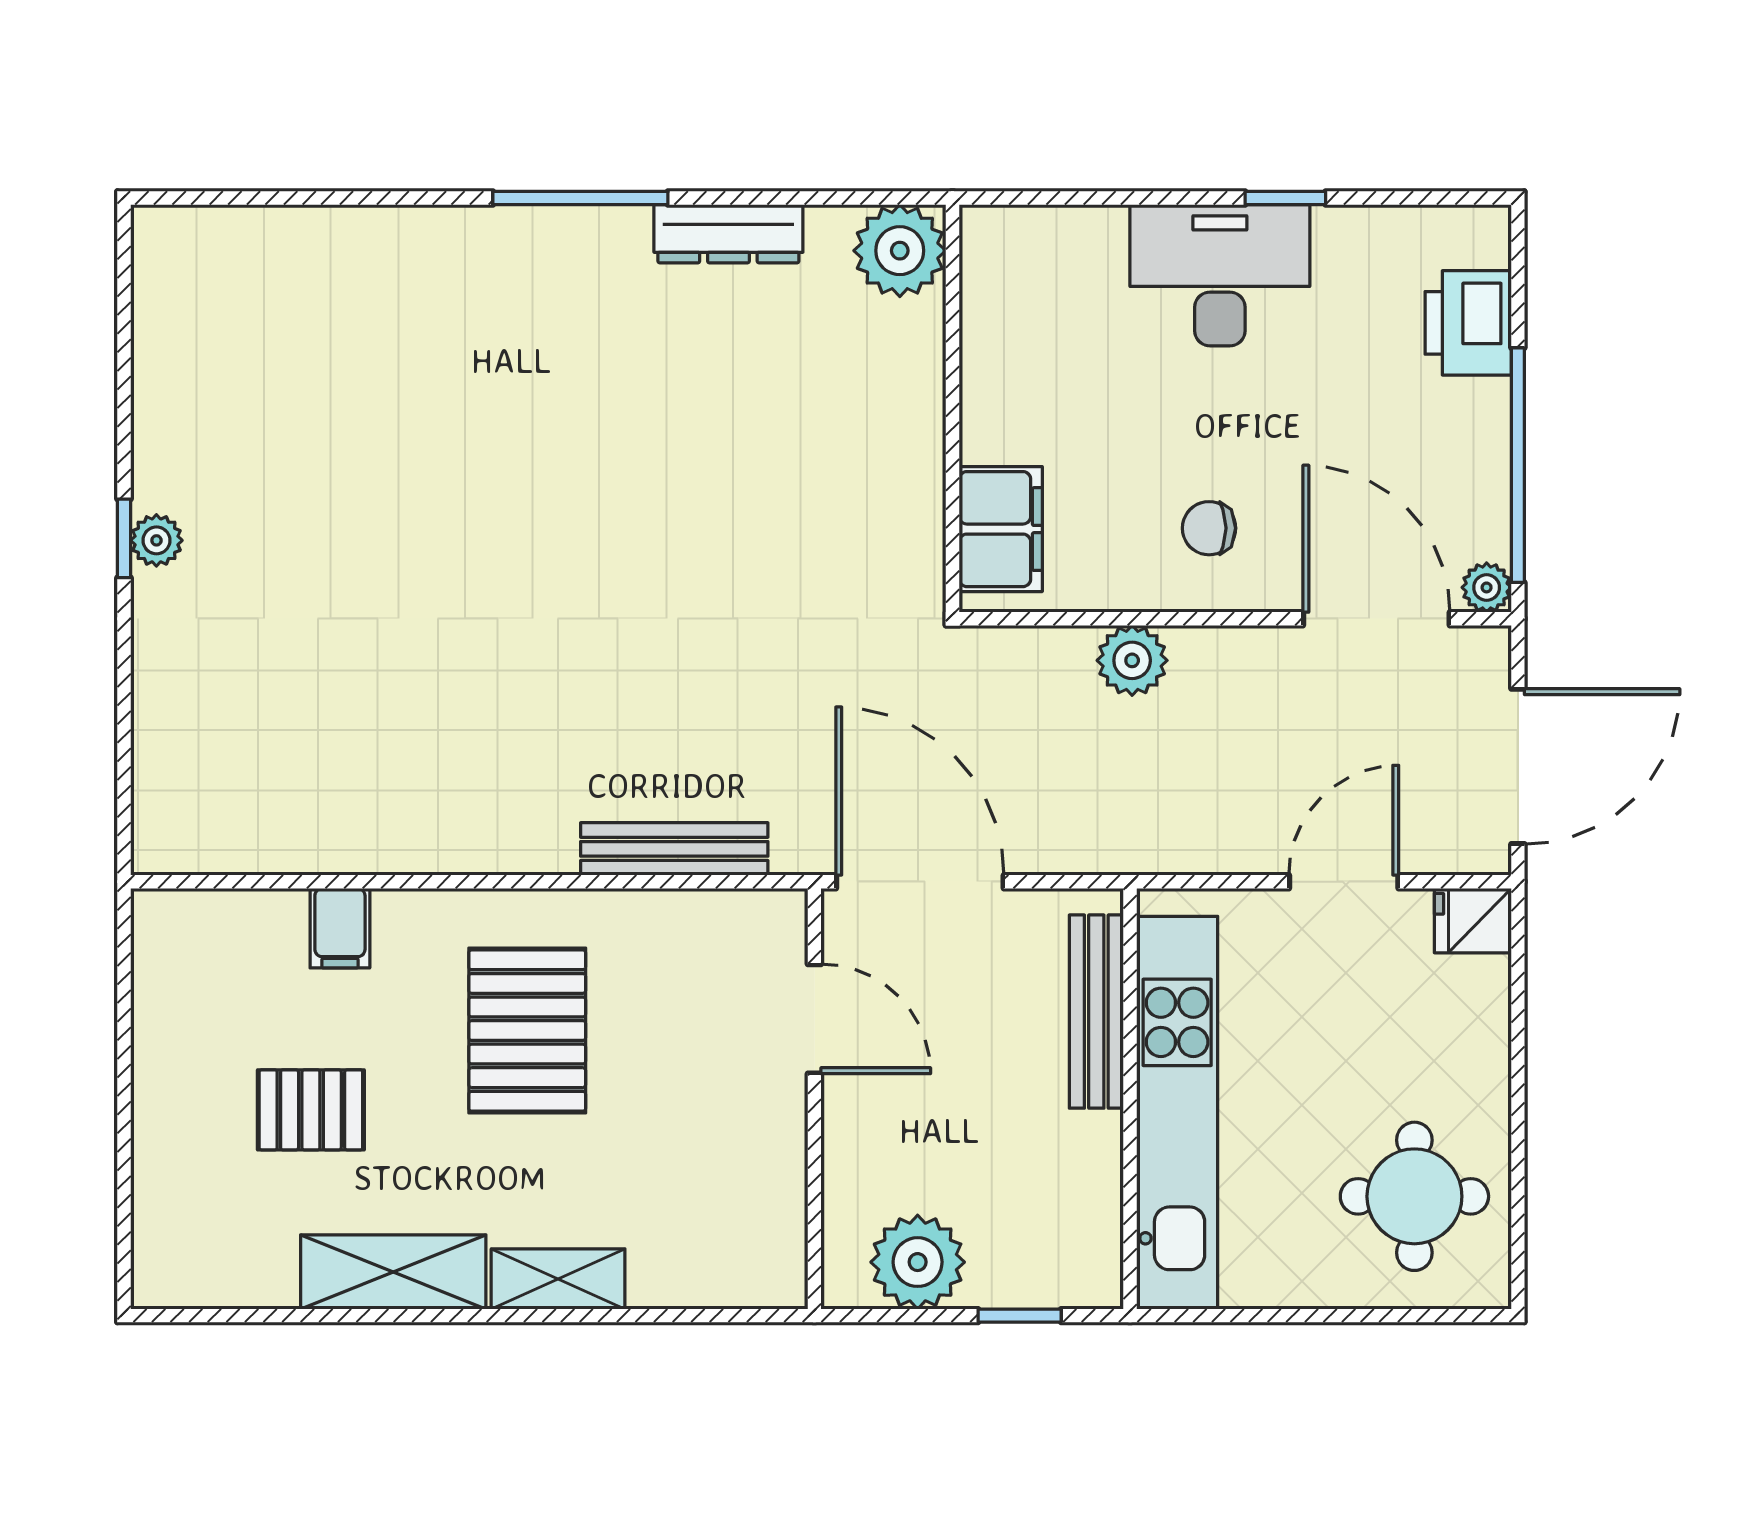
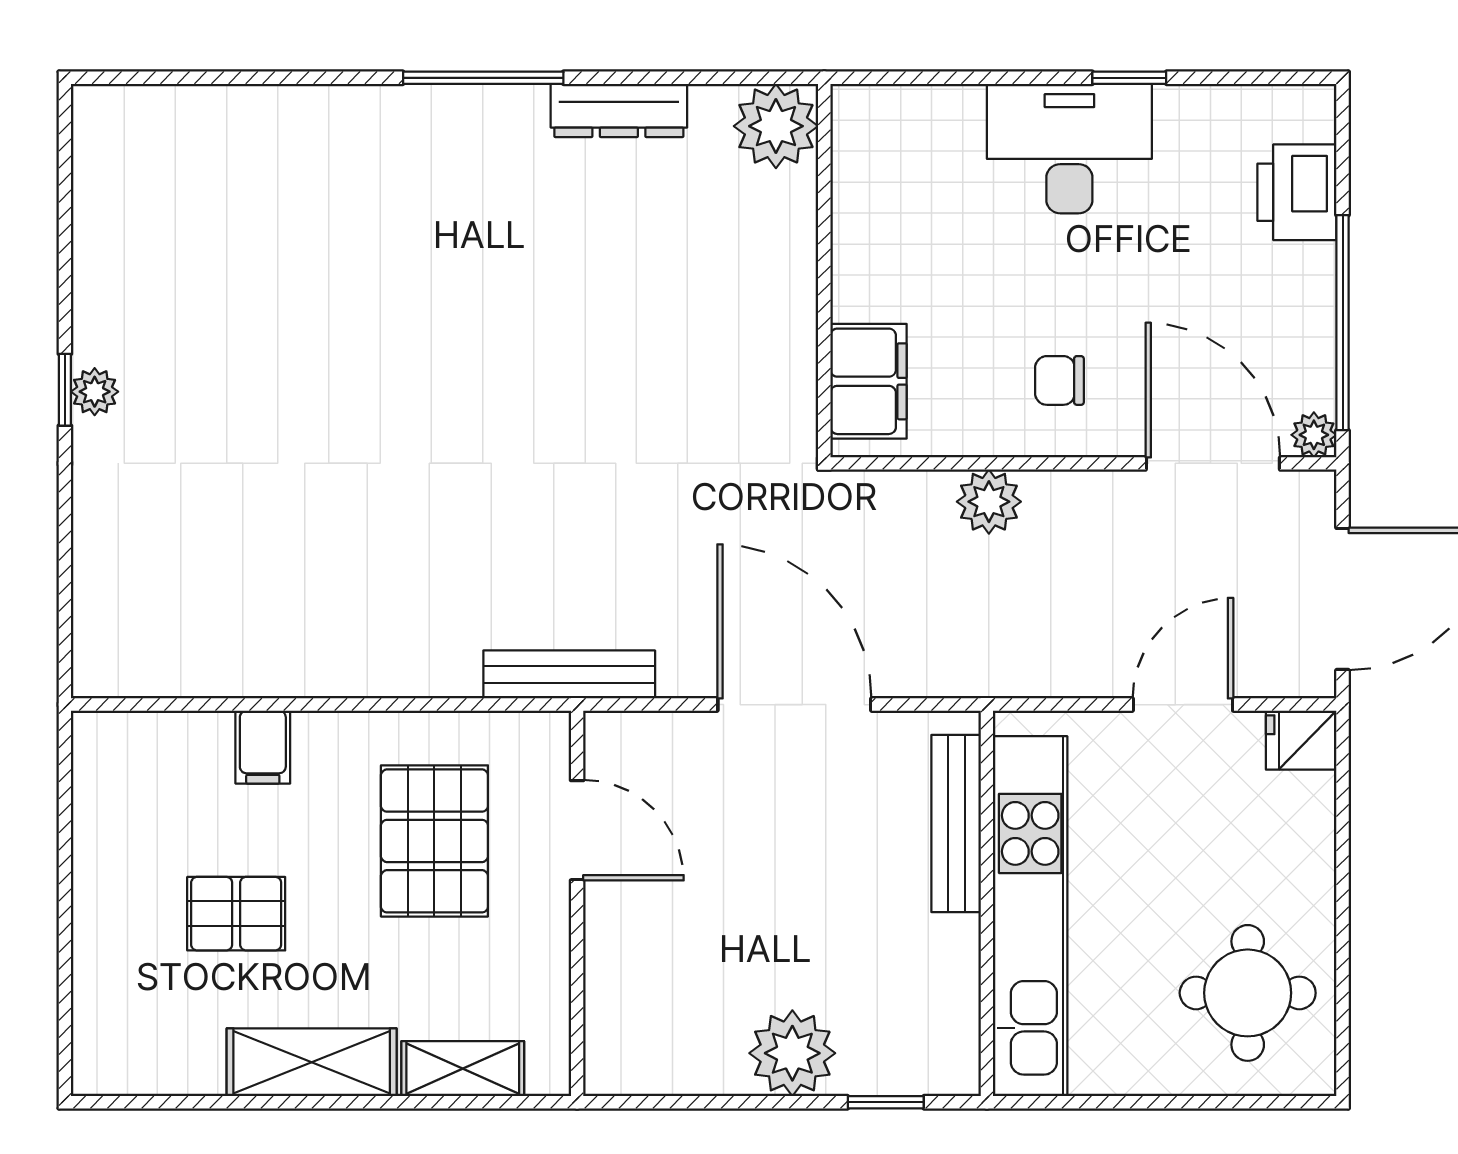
door: (814, 1019) -> (577, 830), moved
wall: (814, 1099) -> (577, 903), moved

